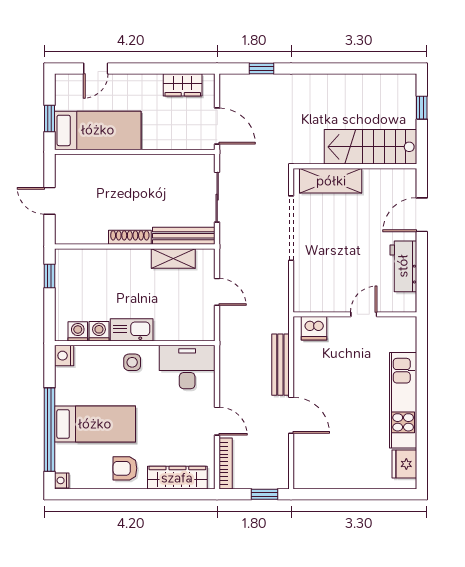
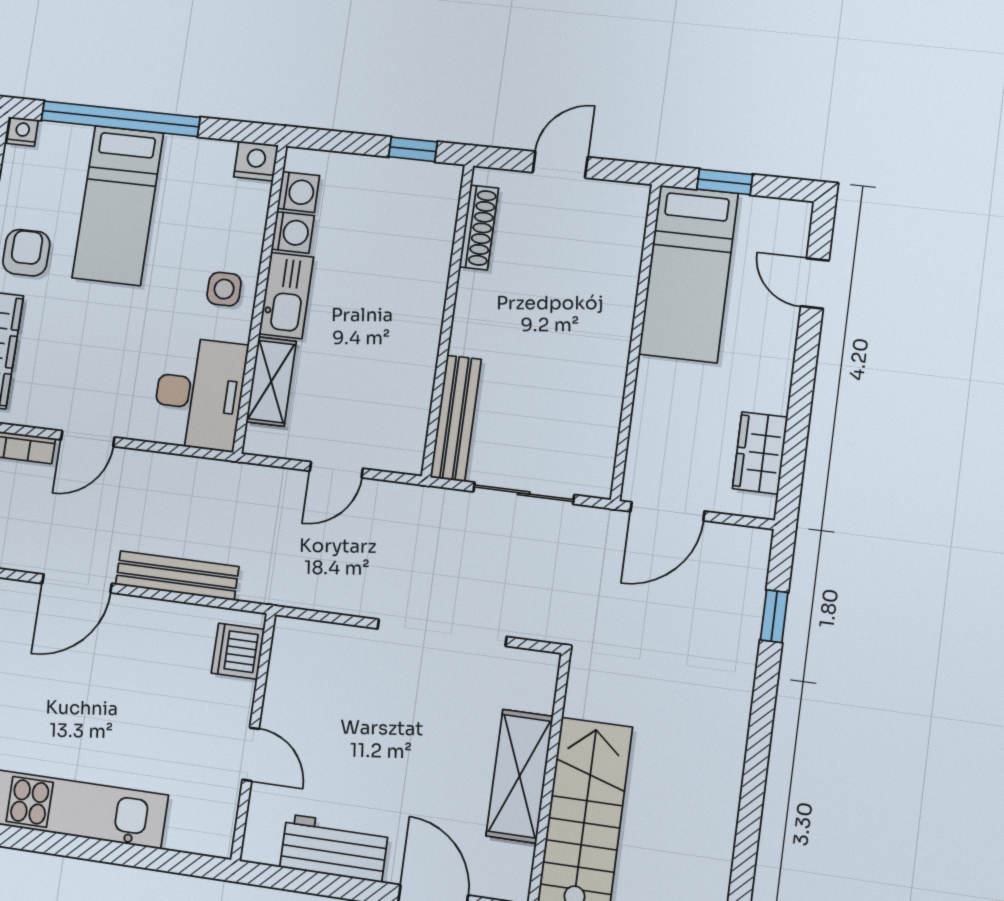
shelving: (331, 181) -> (520, 776), moved
shoe rack: (130, 237) -> (479, 228), moved
shelving: (173, 258) -> (271, 382), moved

